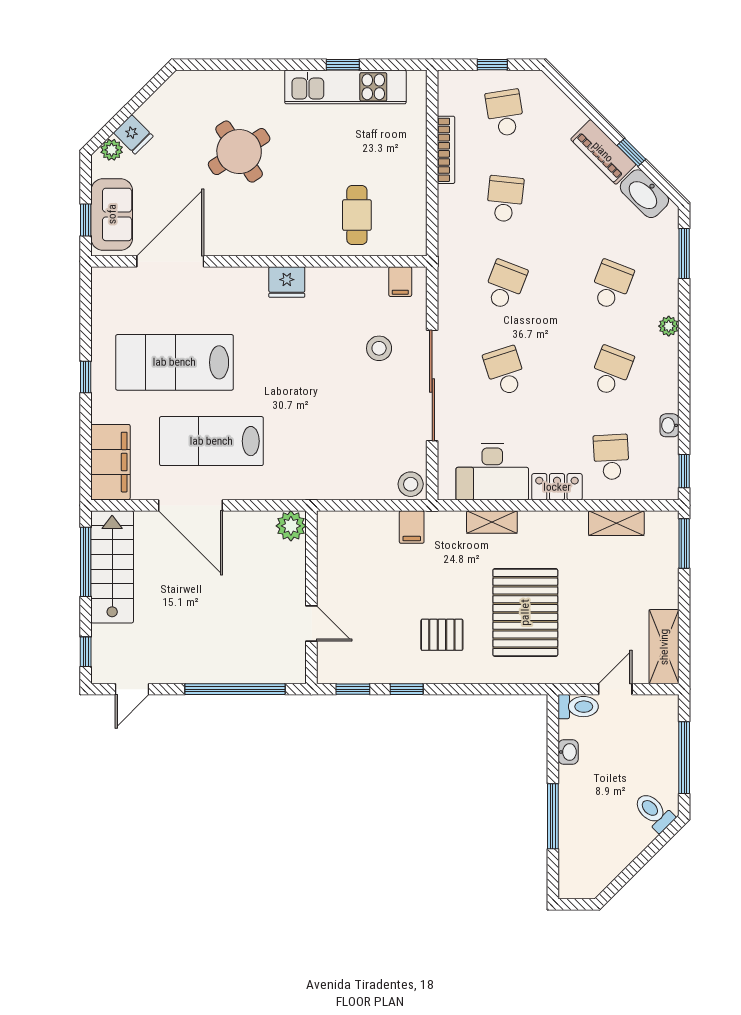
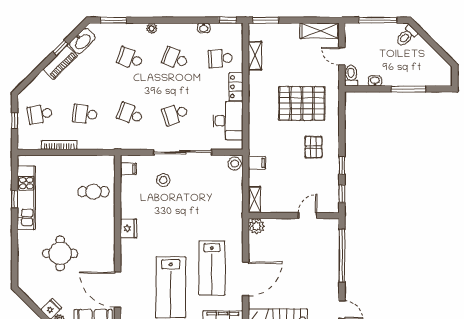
round table: (239, 152) -> (60, 253), turned 33
shelving: (492, 522) -> (254, 200), moved

